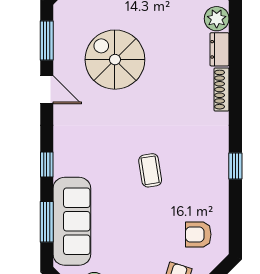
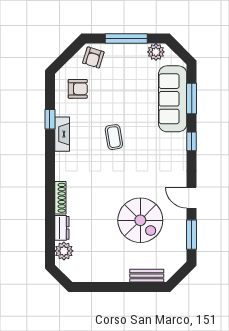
window: (235, 166) -> (50, 119), moved
fireplace: (219, 174) -> (62, 134), added

